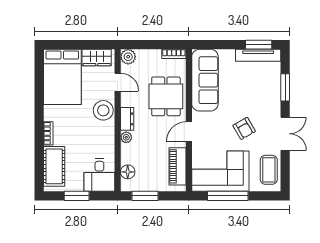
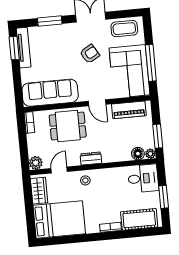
stool: (103, 110) -> (85, 180), width x0.53, depth x0.53
plant: (126, 137) -> (150, 154), moved

